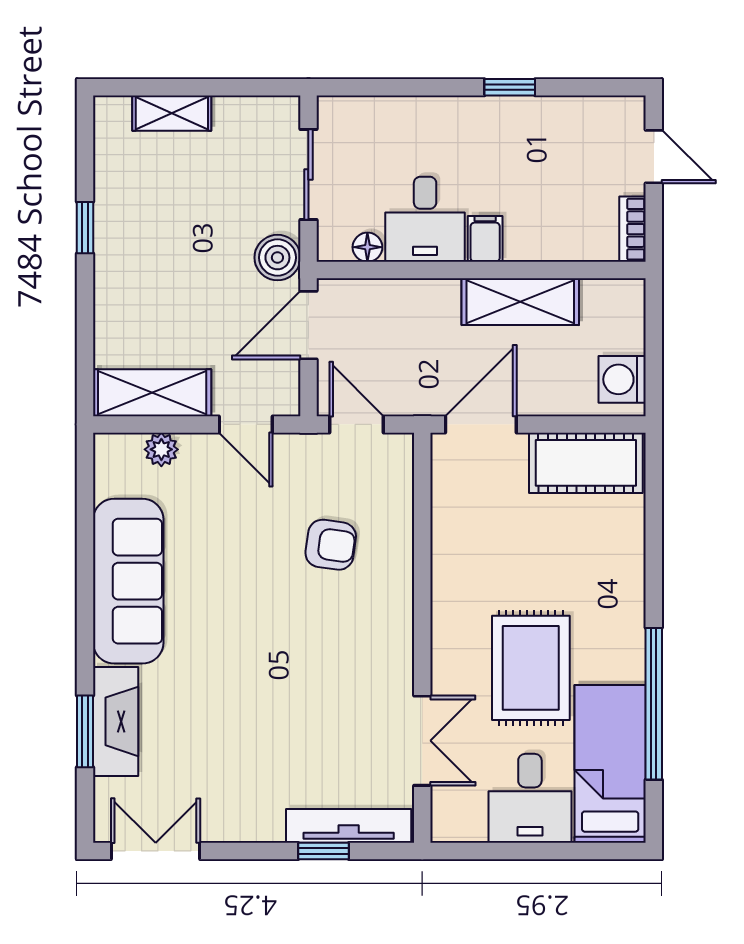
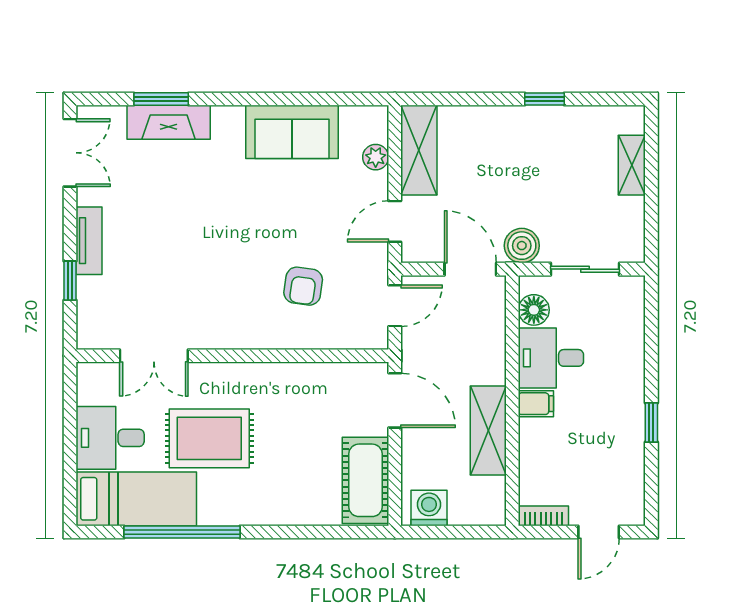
floor lamp: (367, 247) -> (534, 310), width x1.37, depth x1.37
sofa: (128, 581) -> (292, 132), width x0.73
tv unit: (349, 826) -> (89, 241), moved, width x0.71

